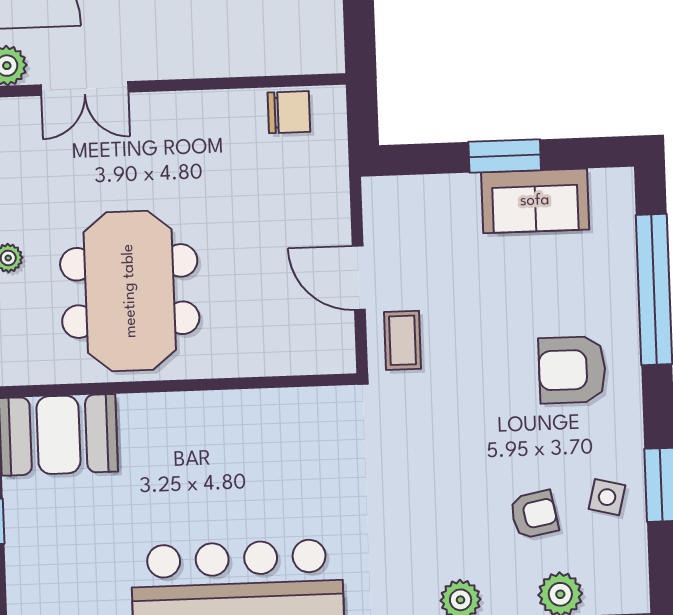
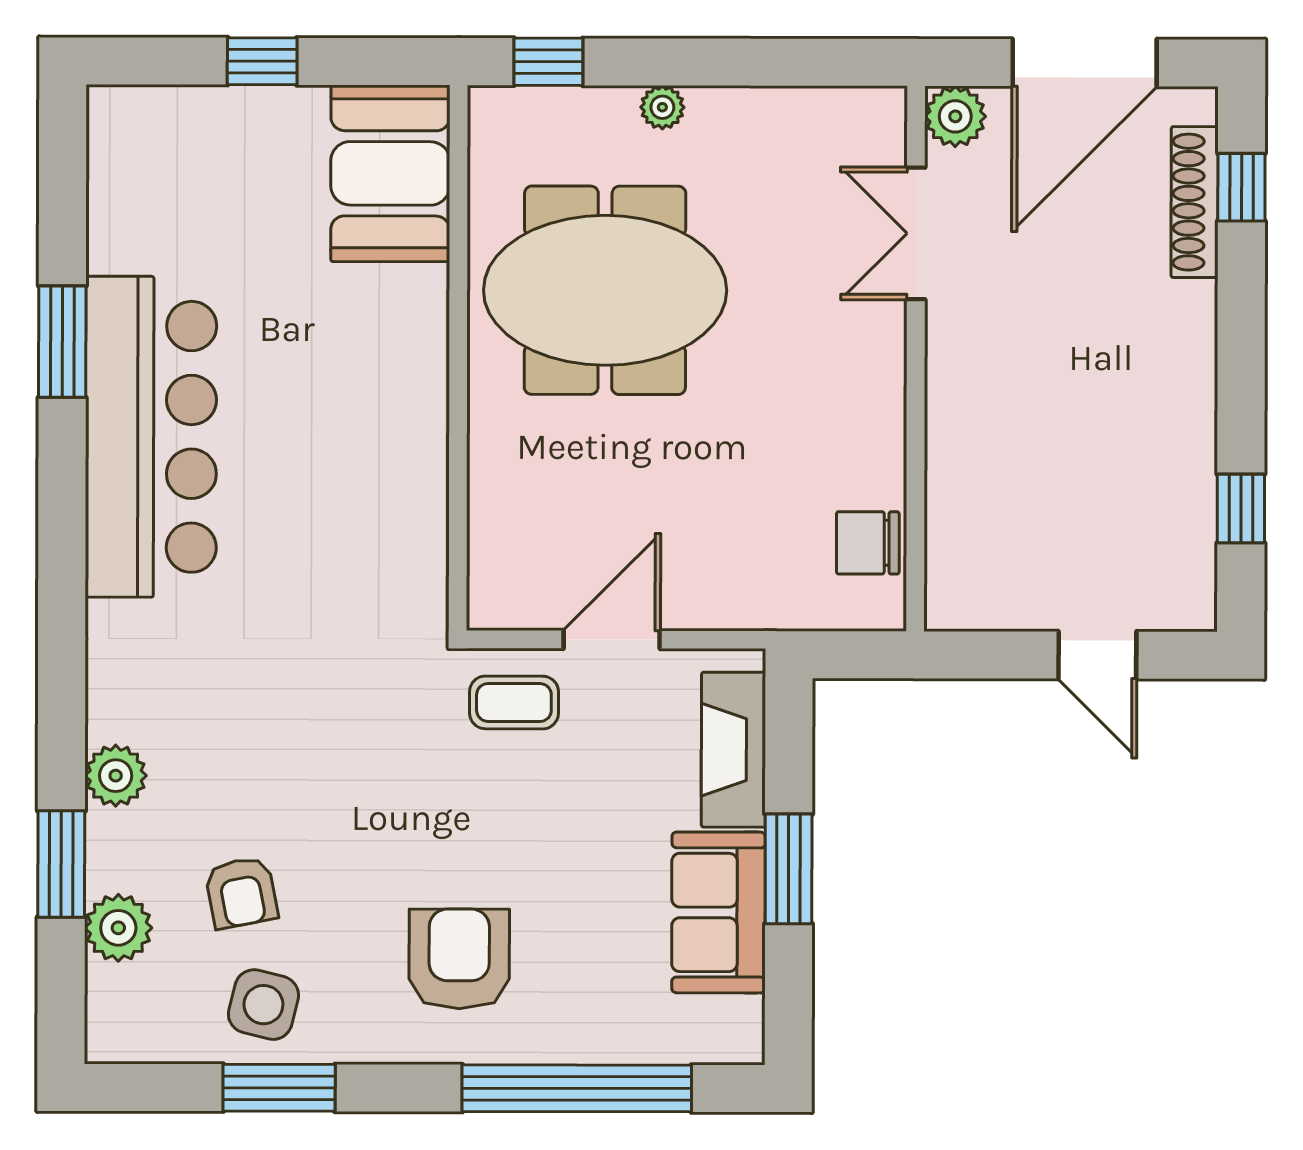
chair: (289, 112) -> (868, 543), turned 90
fireplace: (428, 195) -> (733, 750), added
side table: (607, 497) -> (263, 1005), width x1.37, depth x1.37

